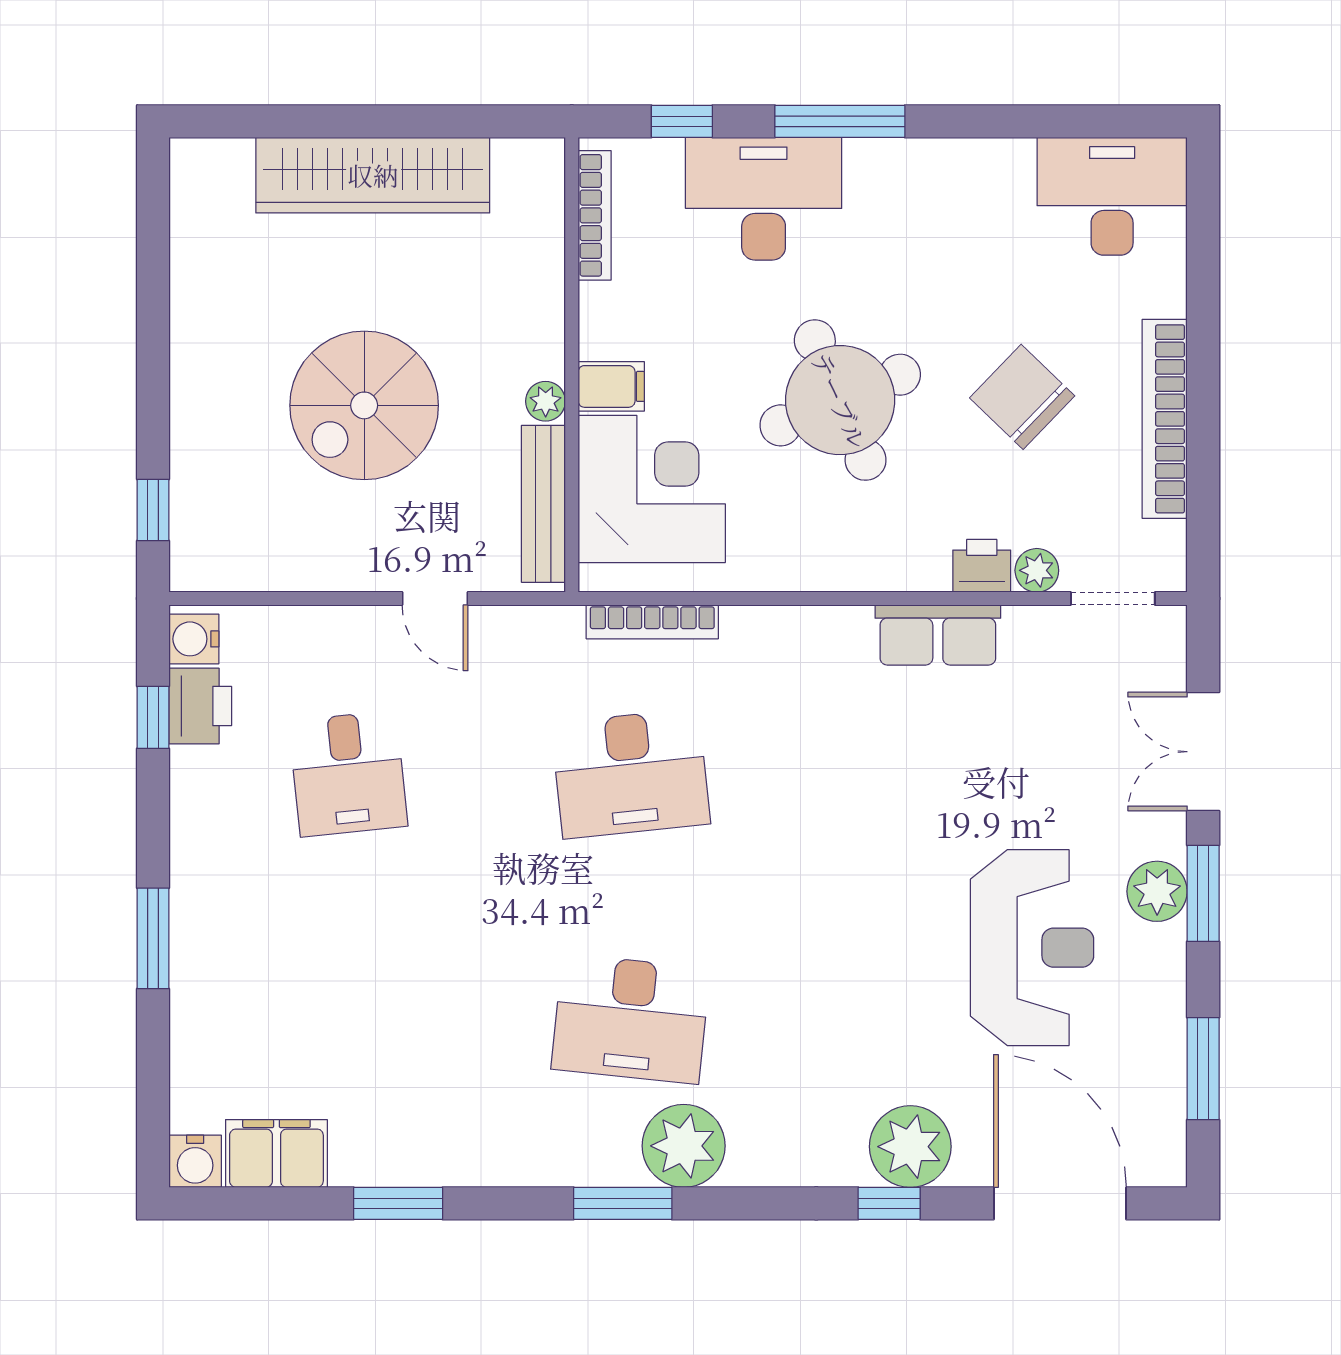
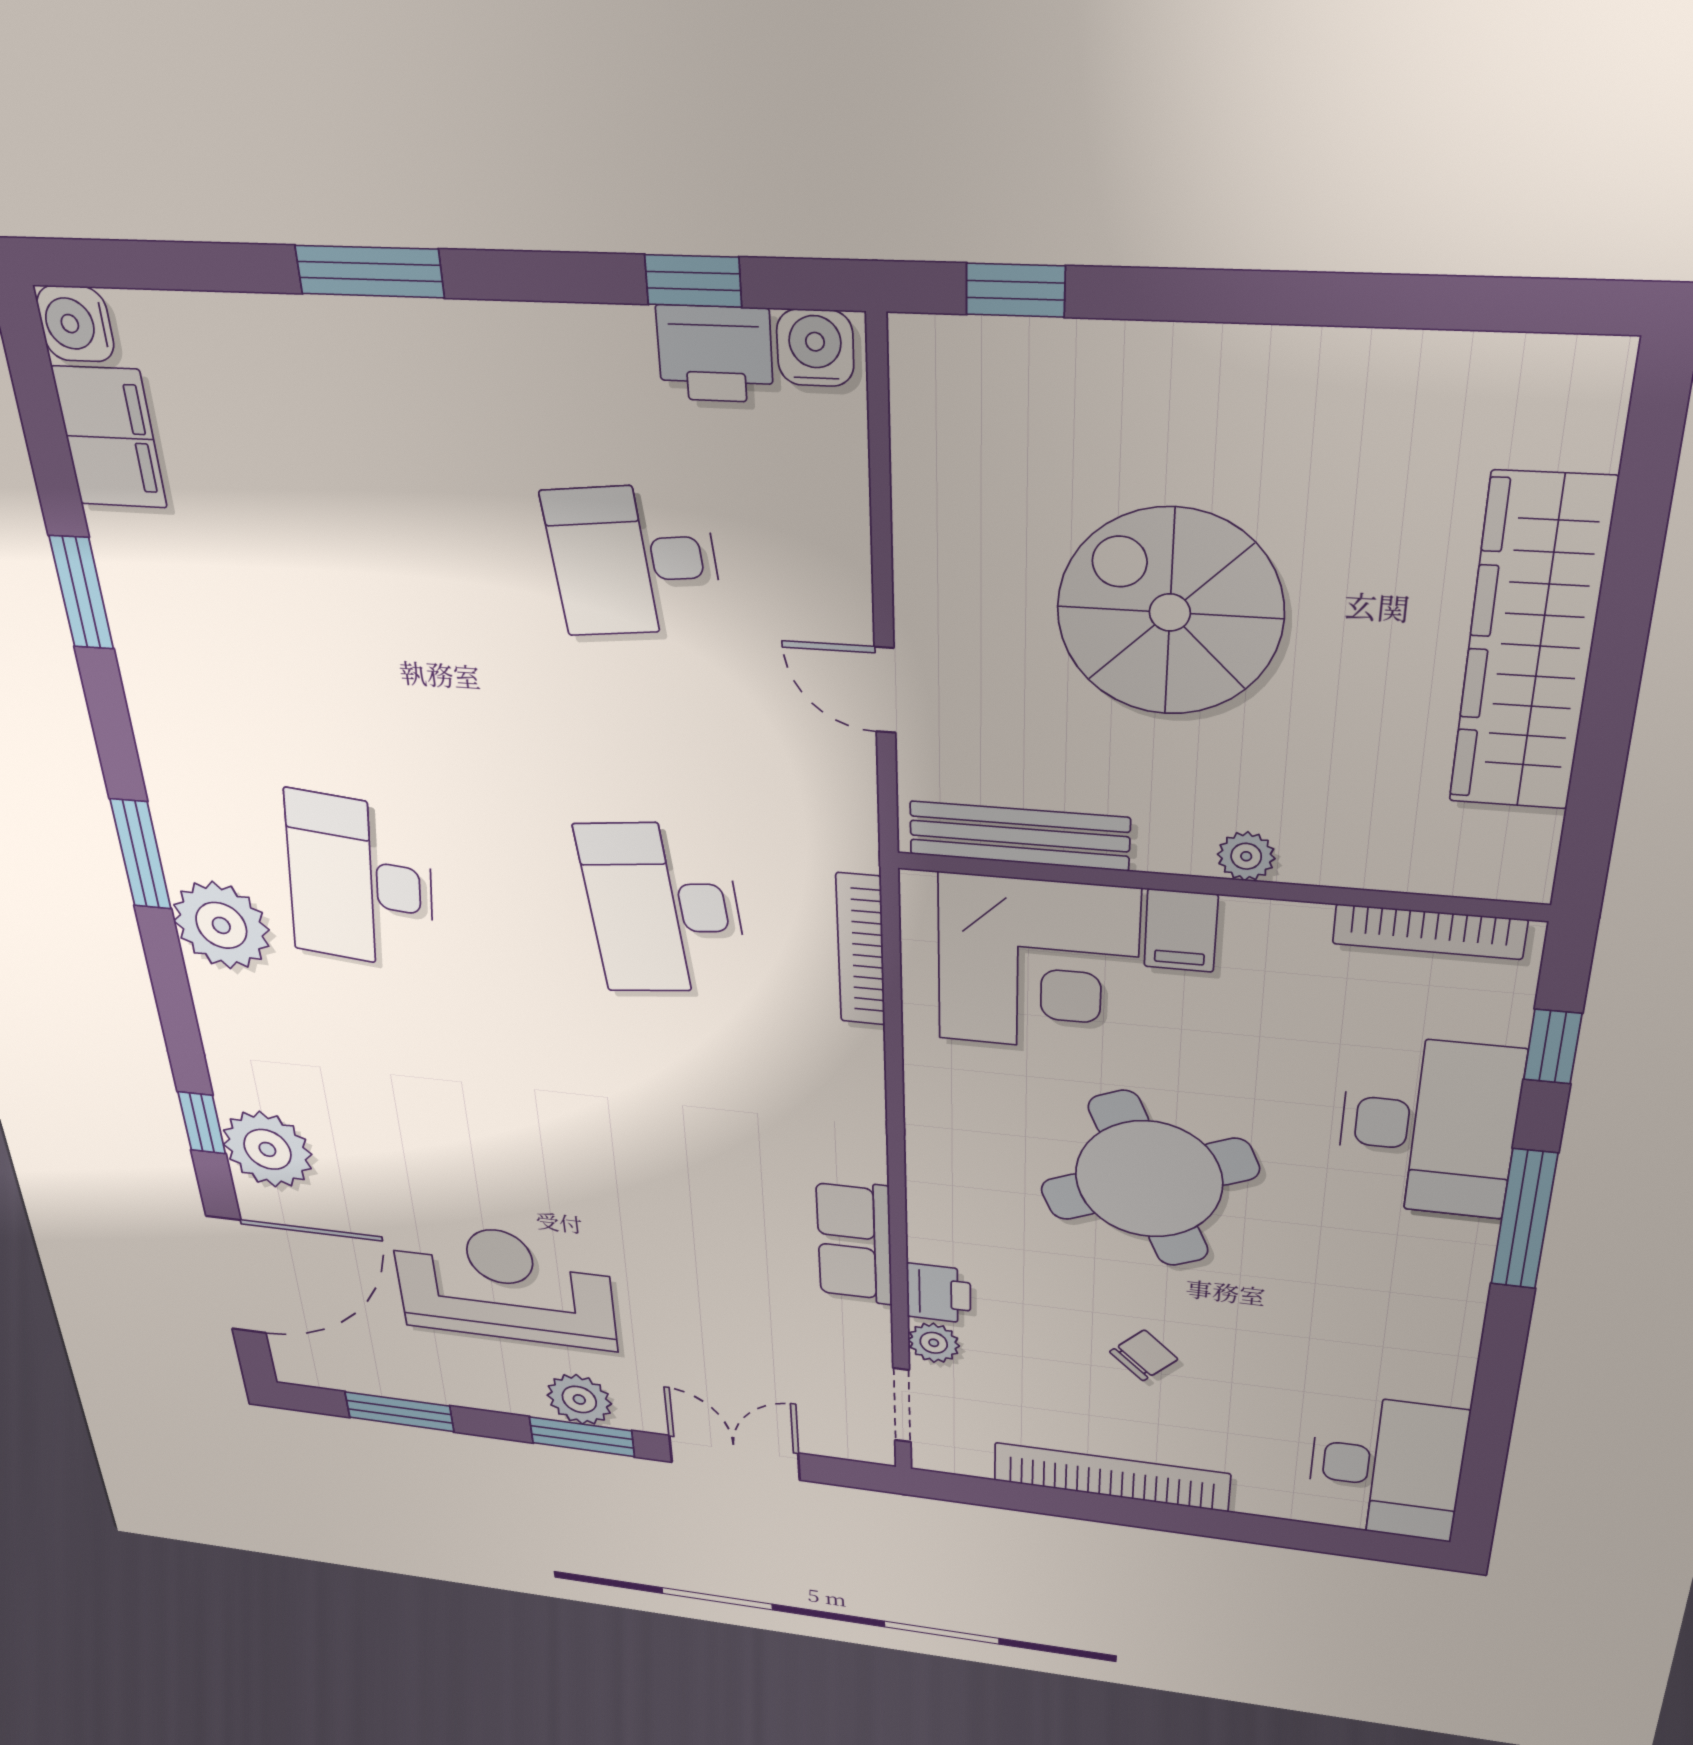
chair: (1022, 397) -> (1144, 1355), width x0.54, depth x0.54
plant: (546, 401) -> (1246, 856), moved
door: (435, 599) -> (885, 690), hinge flipped
reception desk: (1032, 948) -> (504, 1285), turned 180

